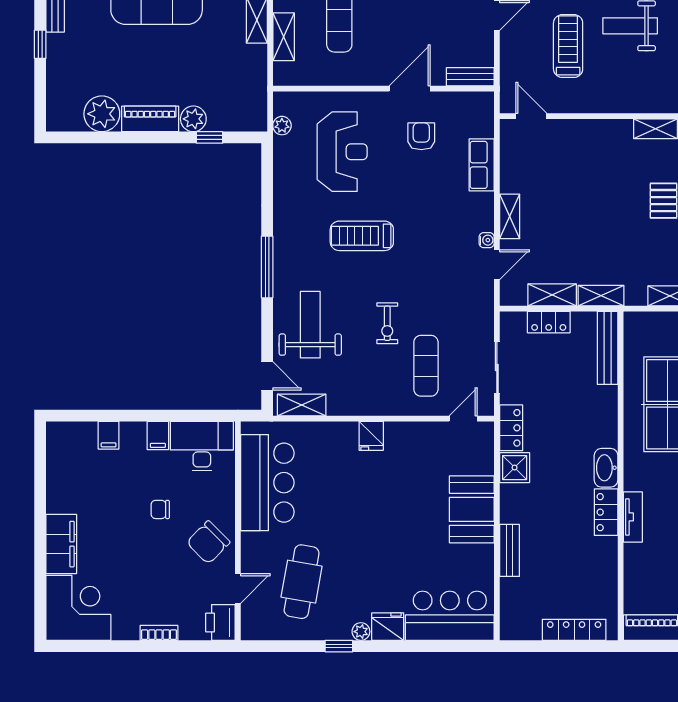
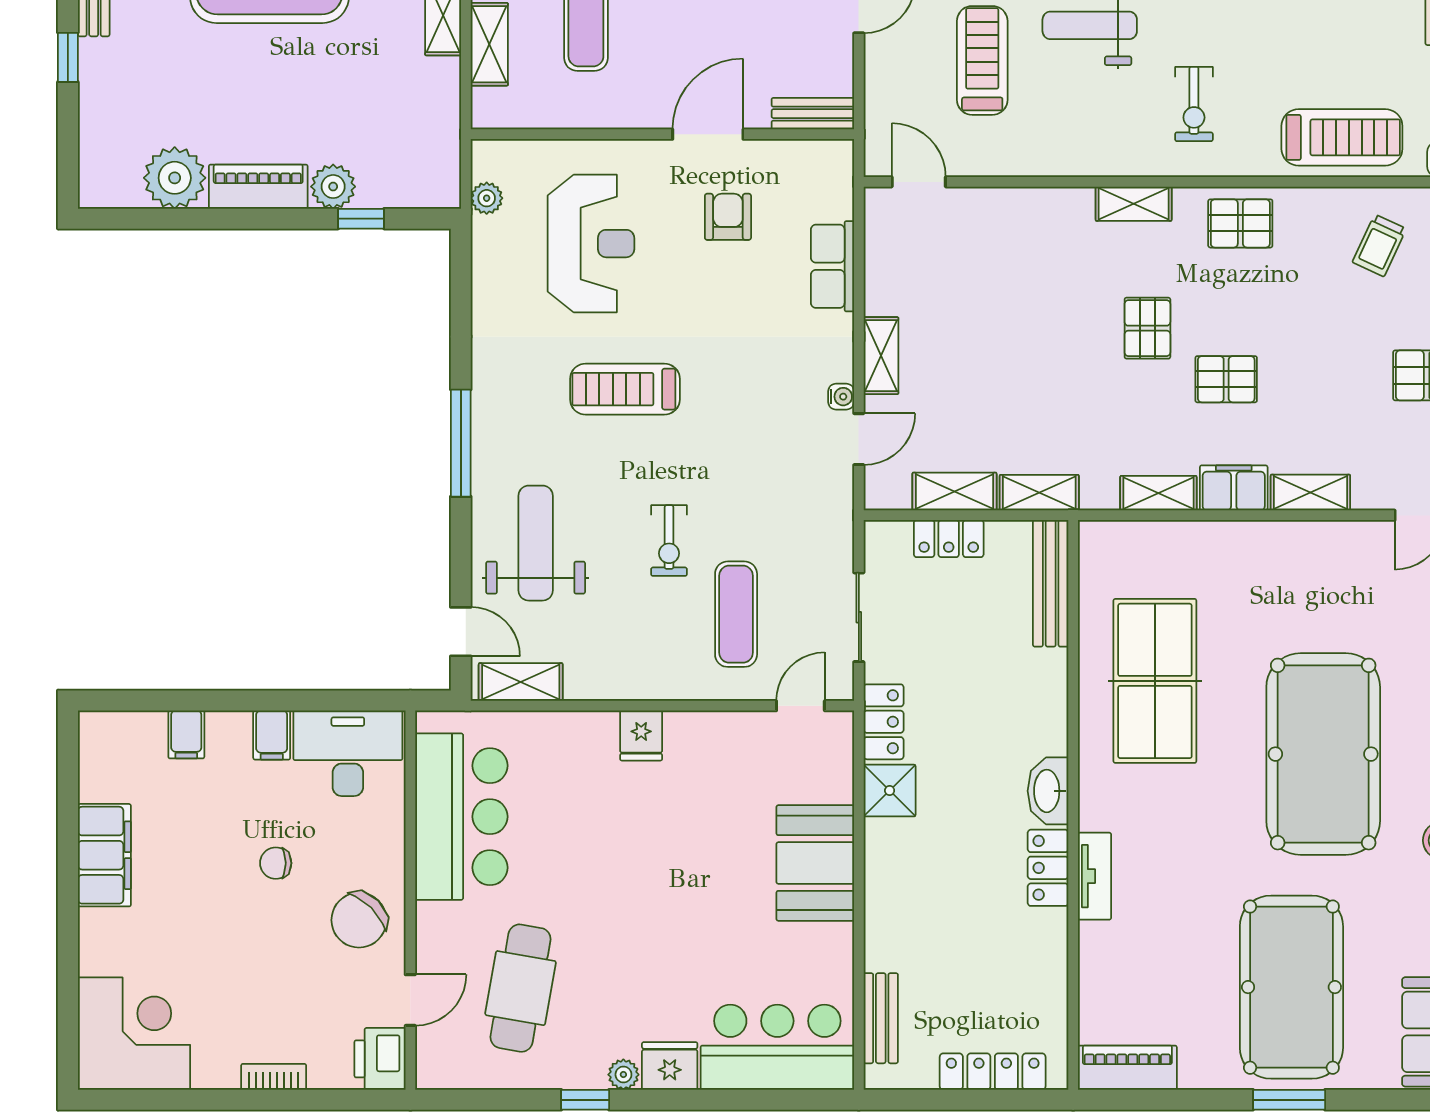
filing cabinet: (61, 544) -> (104, 855), moved
bench: (510, 550) -> (881, 1018), moved

